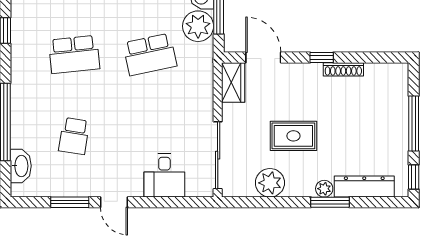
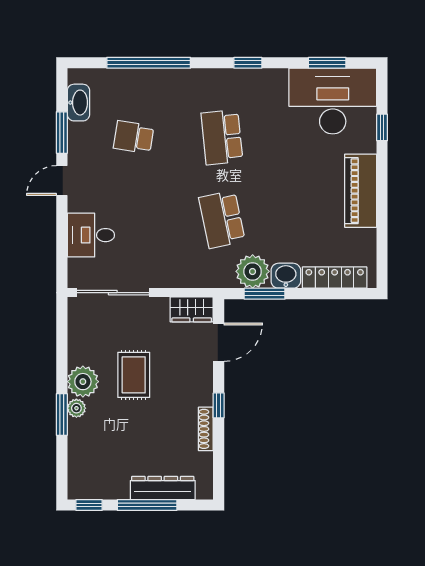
washbasin: (21, 166) -> (78, 103), moved, turned -90
plant: (270, 183) -> (83, 382), moved
dresser: (364, 187) -> (163, 488), moved, turned -90

